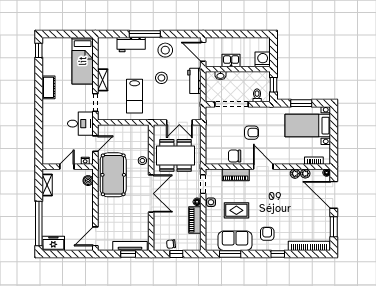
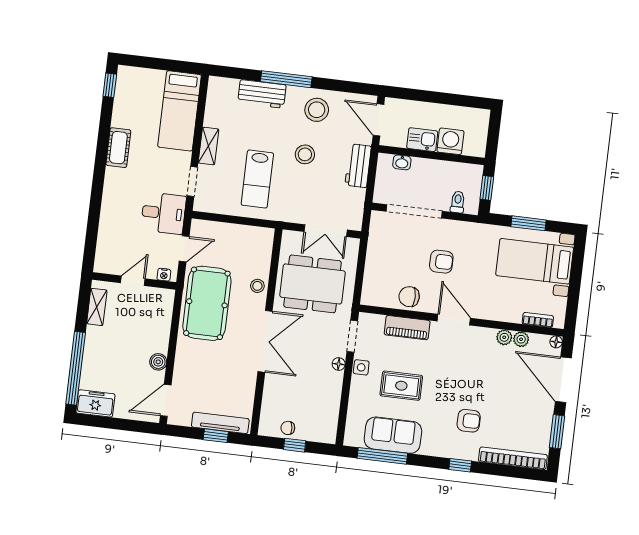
washing machine: (263, 59) -> (450, 141), moved
boiler: (88, 181) -> (158, 362), moved
piano: (195, 220) -> (332, 393), removed
armchair: (267, 234) -> (469, 421), moved, turned 90
window: (230, 254) -> (382, 456), width x1.44

